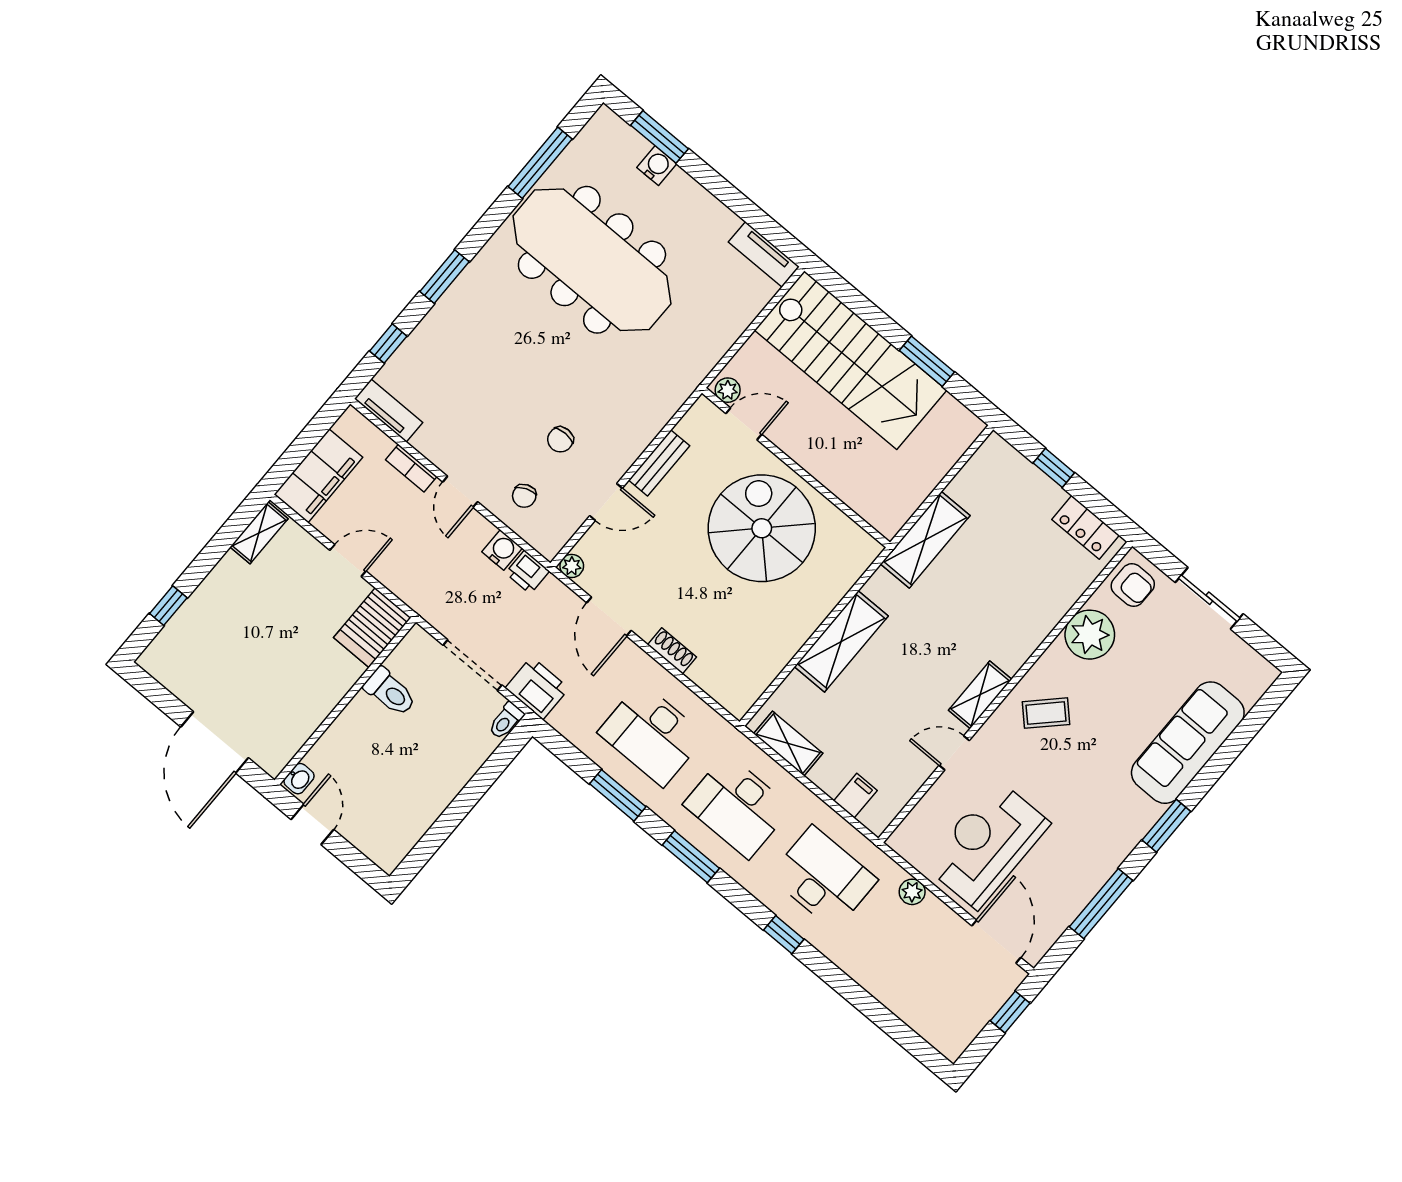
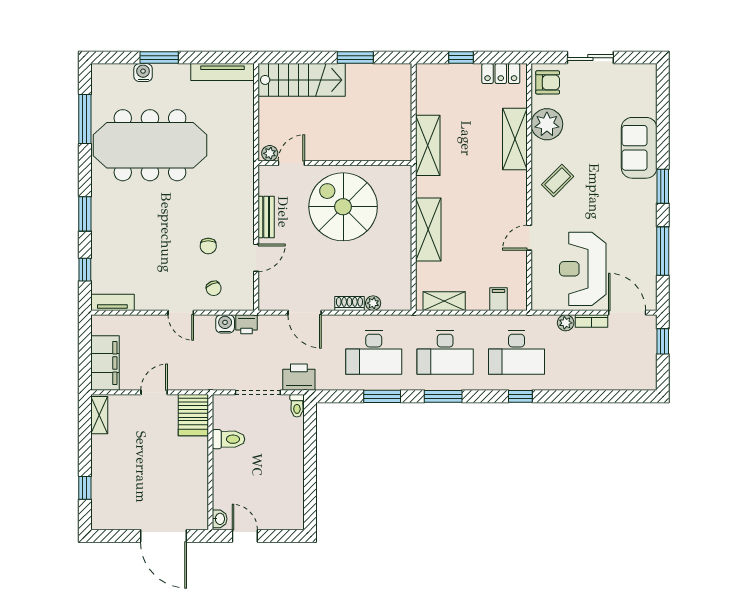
window: (659, 137) -> (159, 58), moved
tv unit: (764, 254) -> (223, 72), width x1.41
stairs: (851, 360) -> (302, 80), width x0.73, depth x0.66
bookcase: (411, 468) -> (591, 321), moved
plant: (572, 566) -> (373, 303), moved
shelving: (980, 695) -> (515, 139), moved, width x1.50, depth x1.33
sofa: (1188, 743) -> (639, 148), width x0.73
desk: (823, 878) -> (516, 352), turned 180

